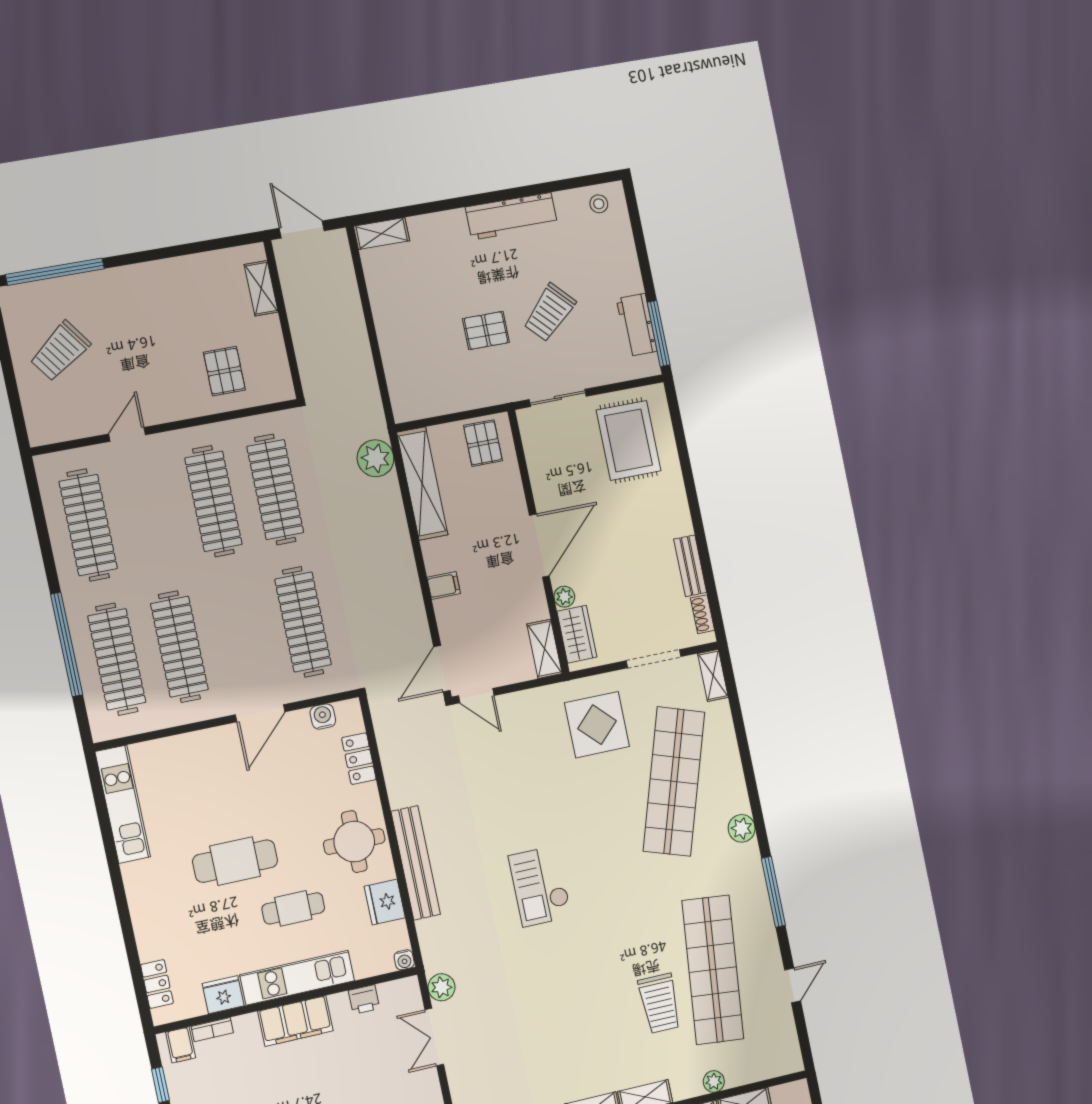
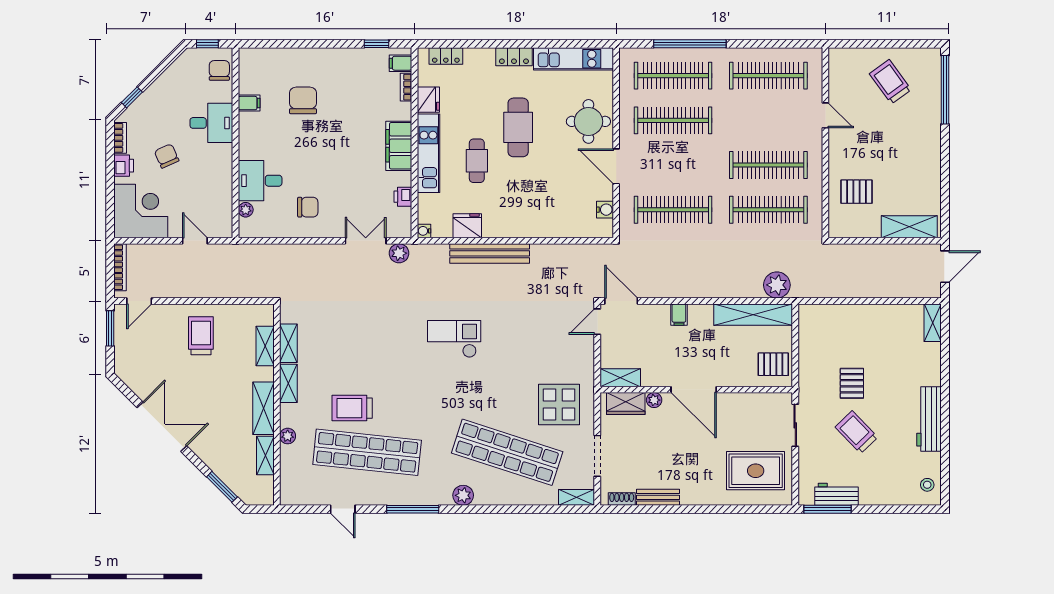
shelving: (261, 288) -> (909, 227), width x1.50, depth x1.33
locker: (359, 759) -> (514, 57), moved, turned 180
round table: (354, 842) -> (588, 121), moved

